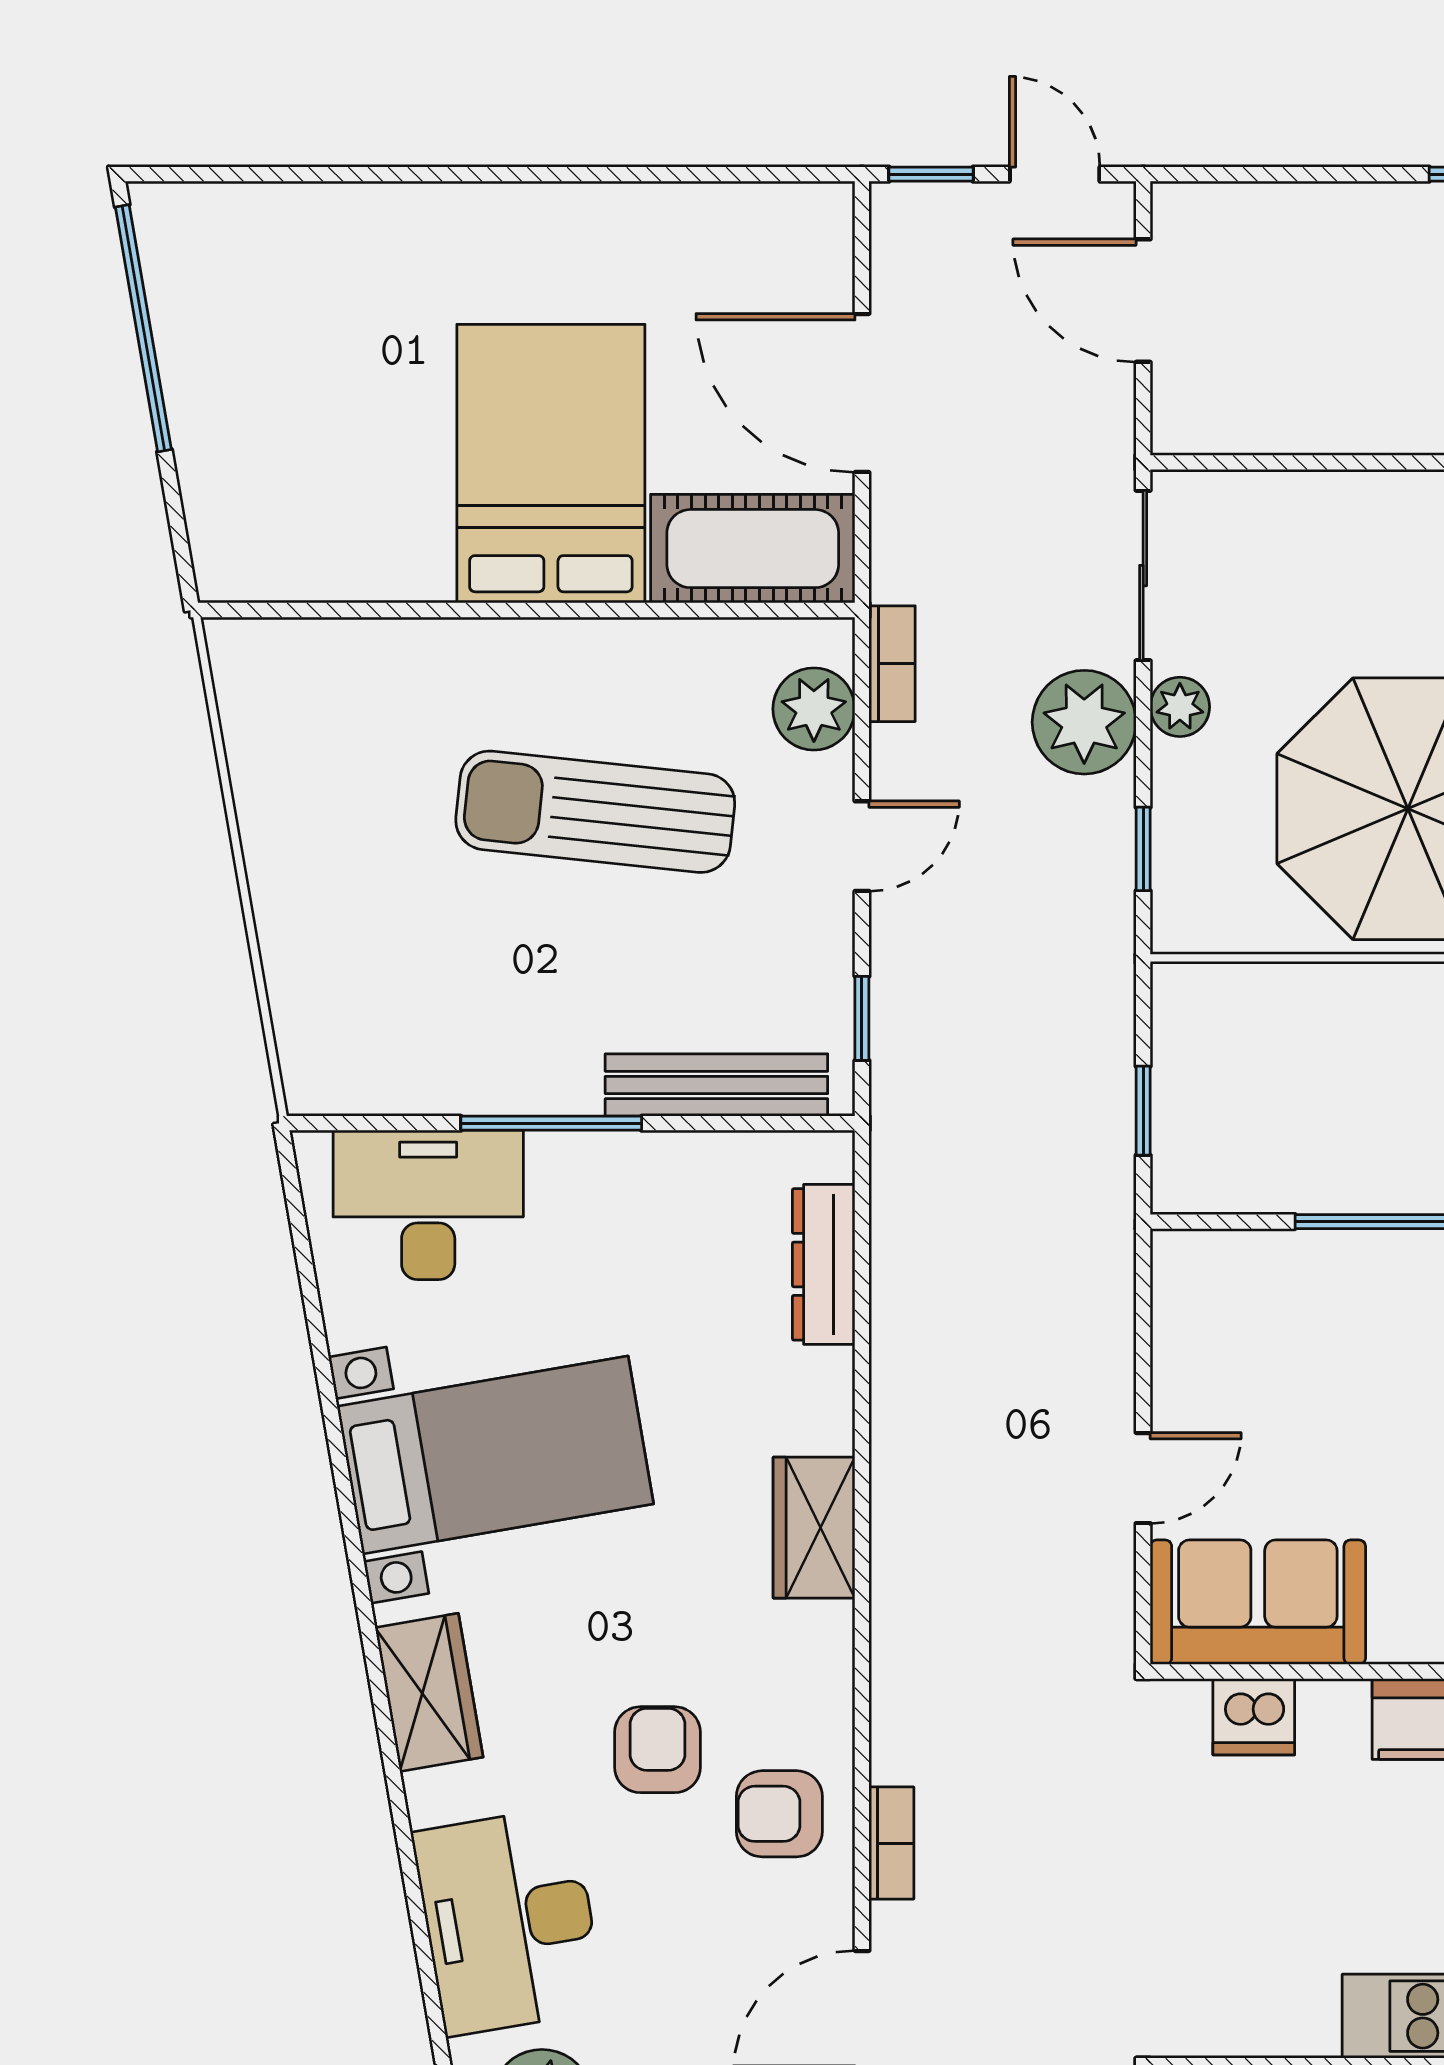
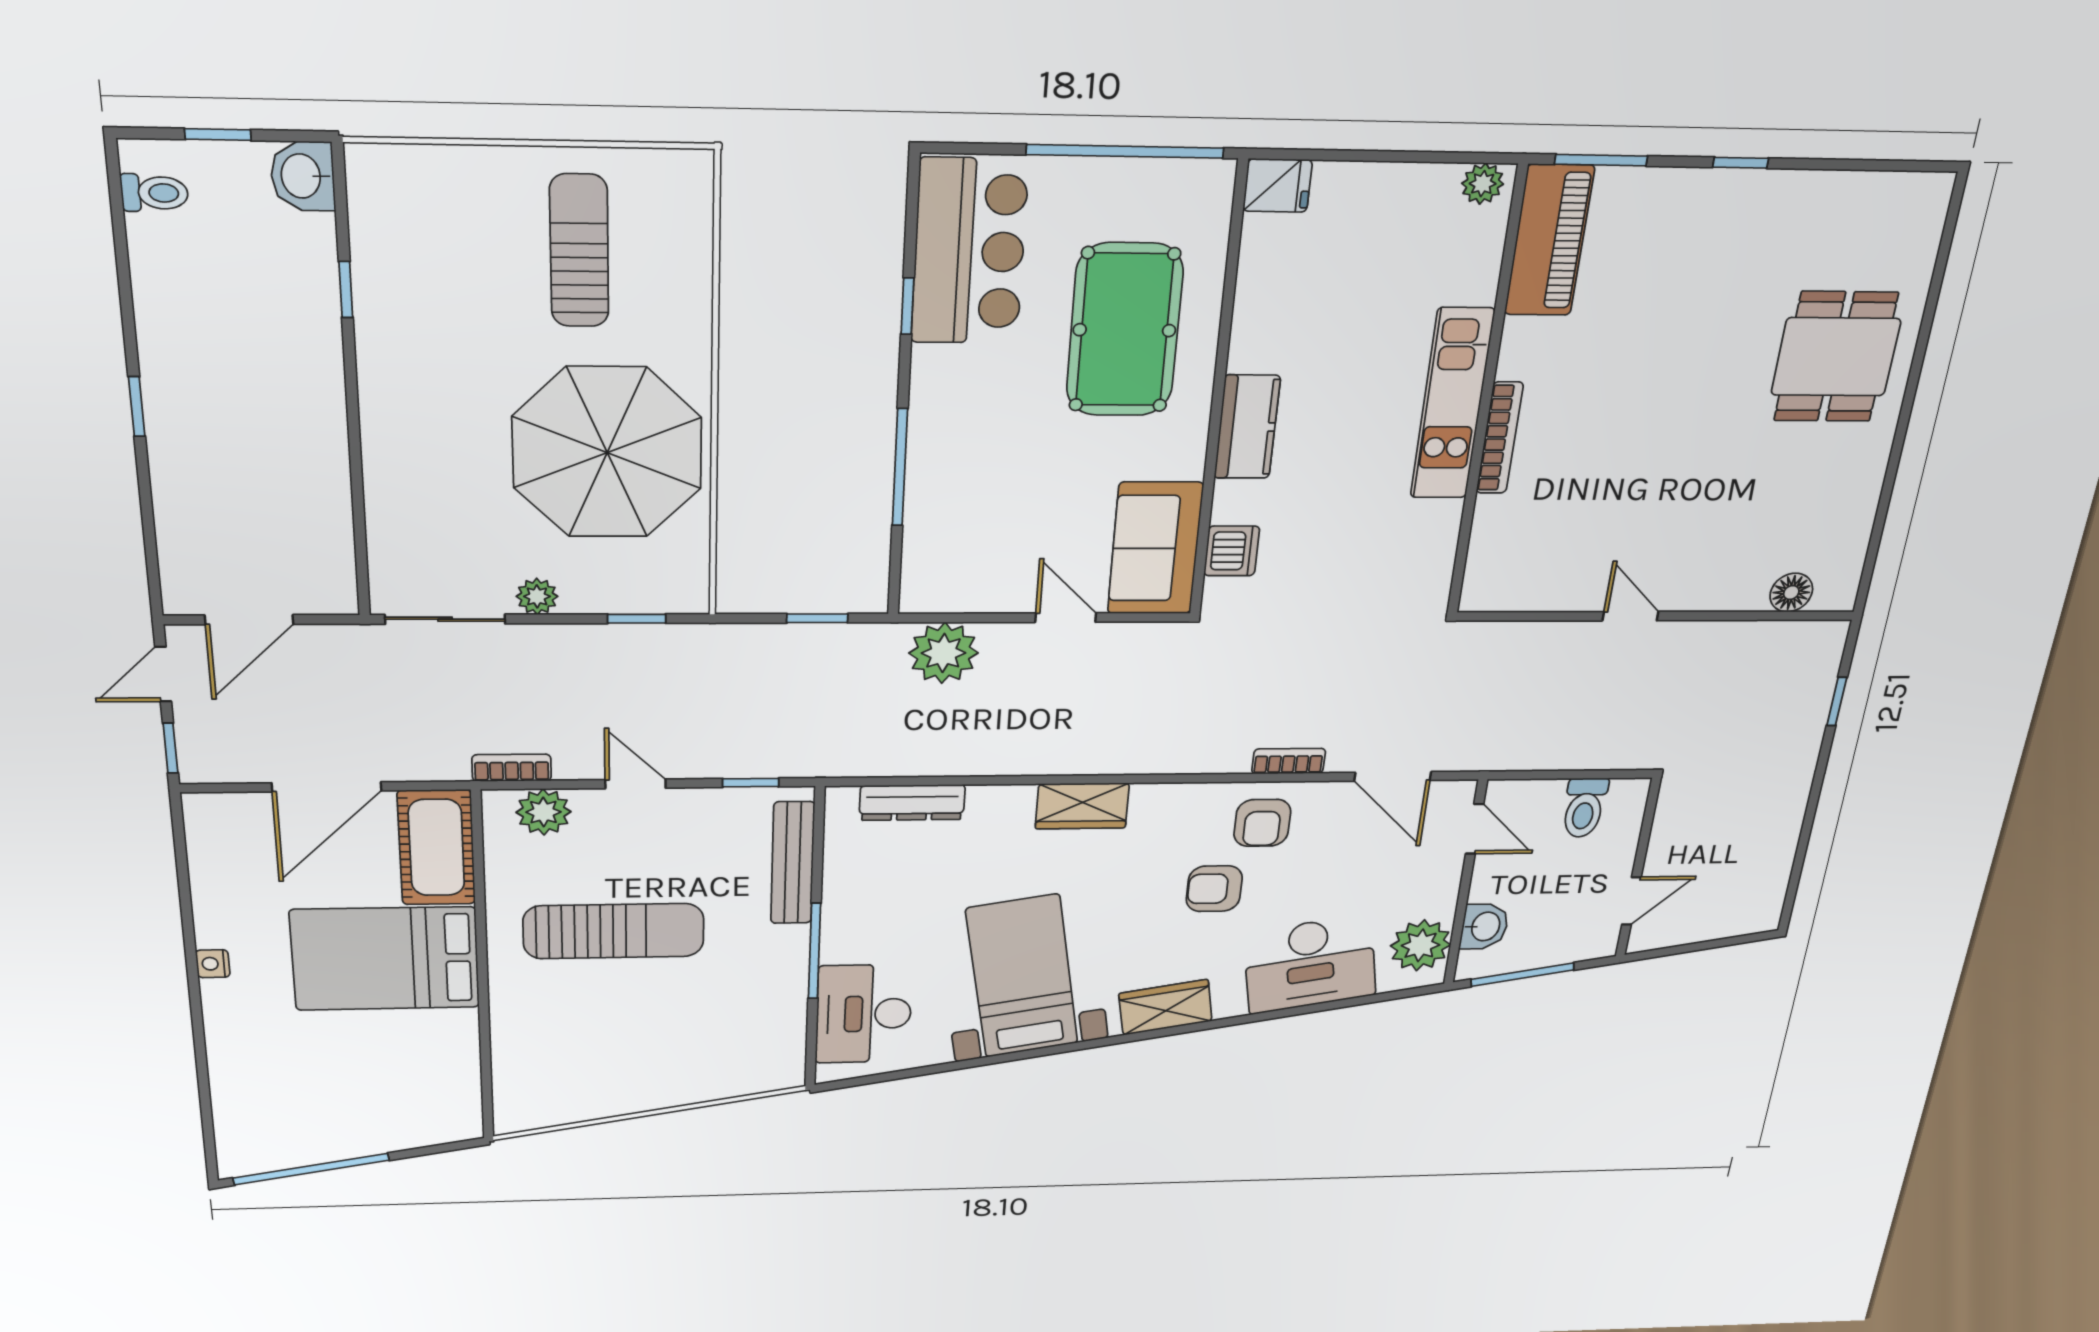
nightstand: (547, 205) -> (213, 964), added
plant: (1084, 722) -> (943, 653), moved
sun lounger: (595, 812) -> (614, 931), turned -96

